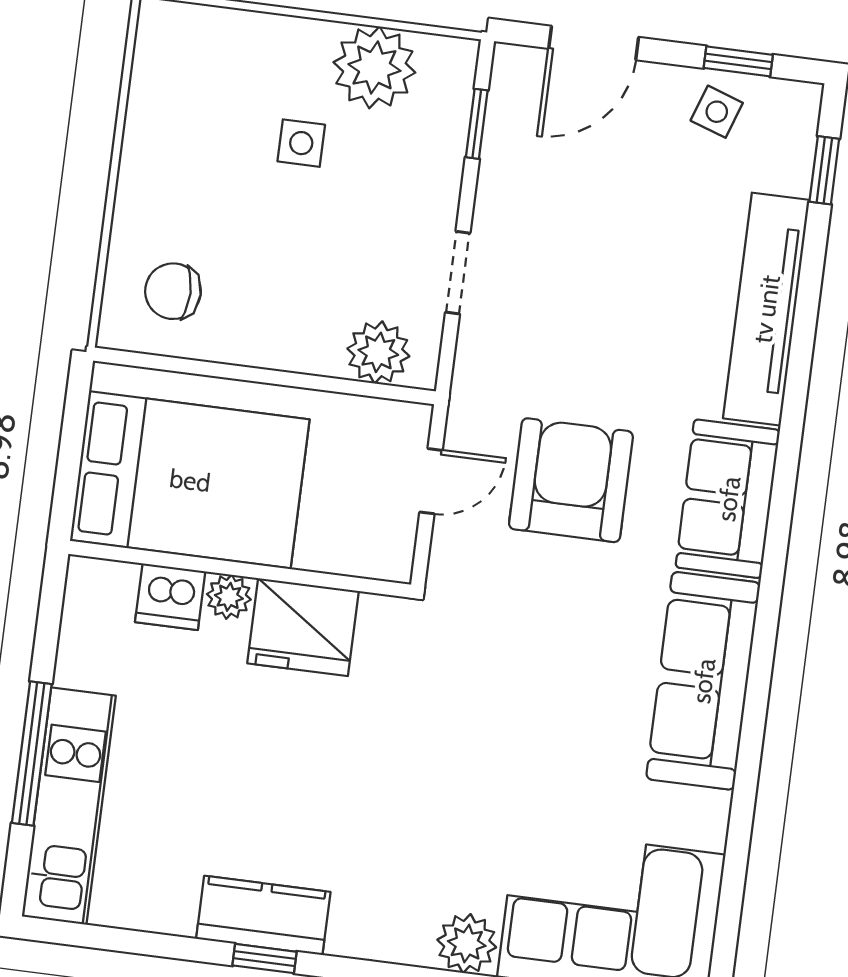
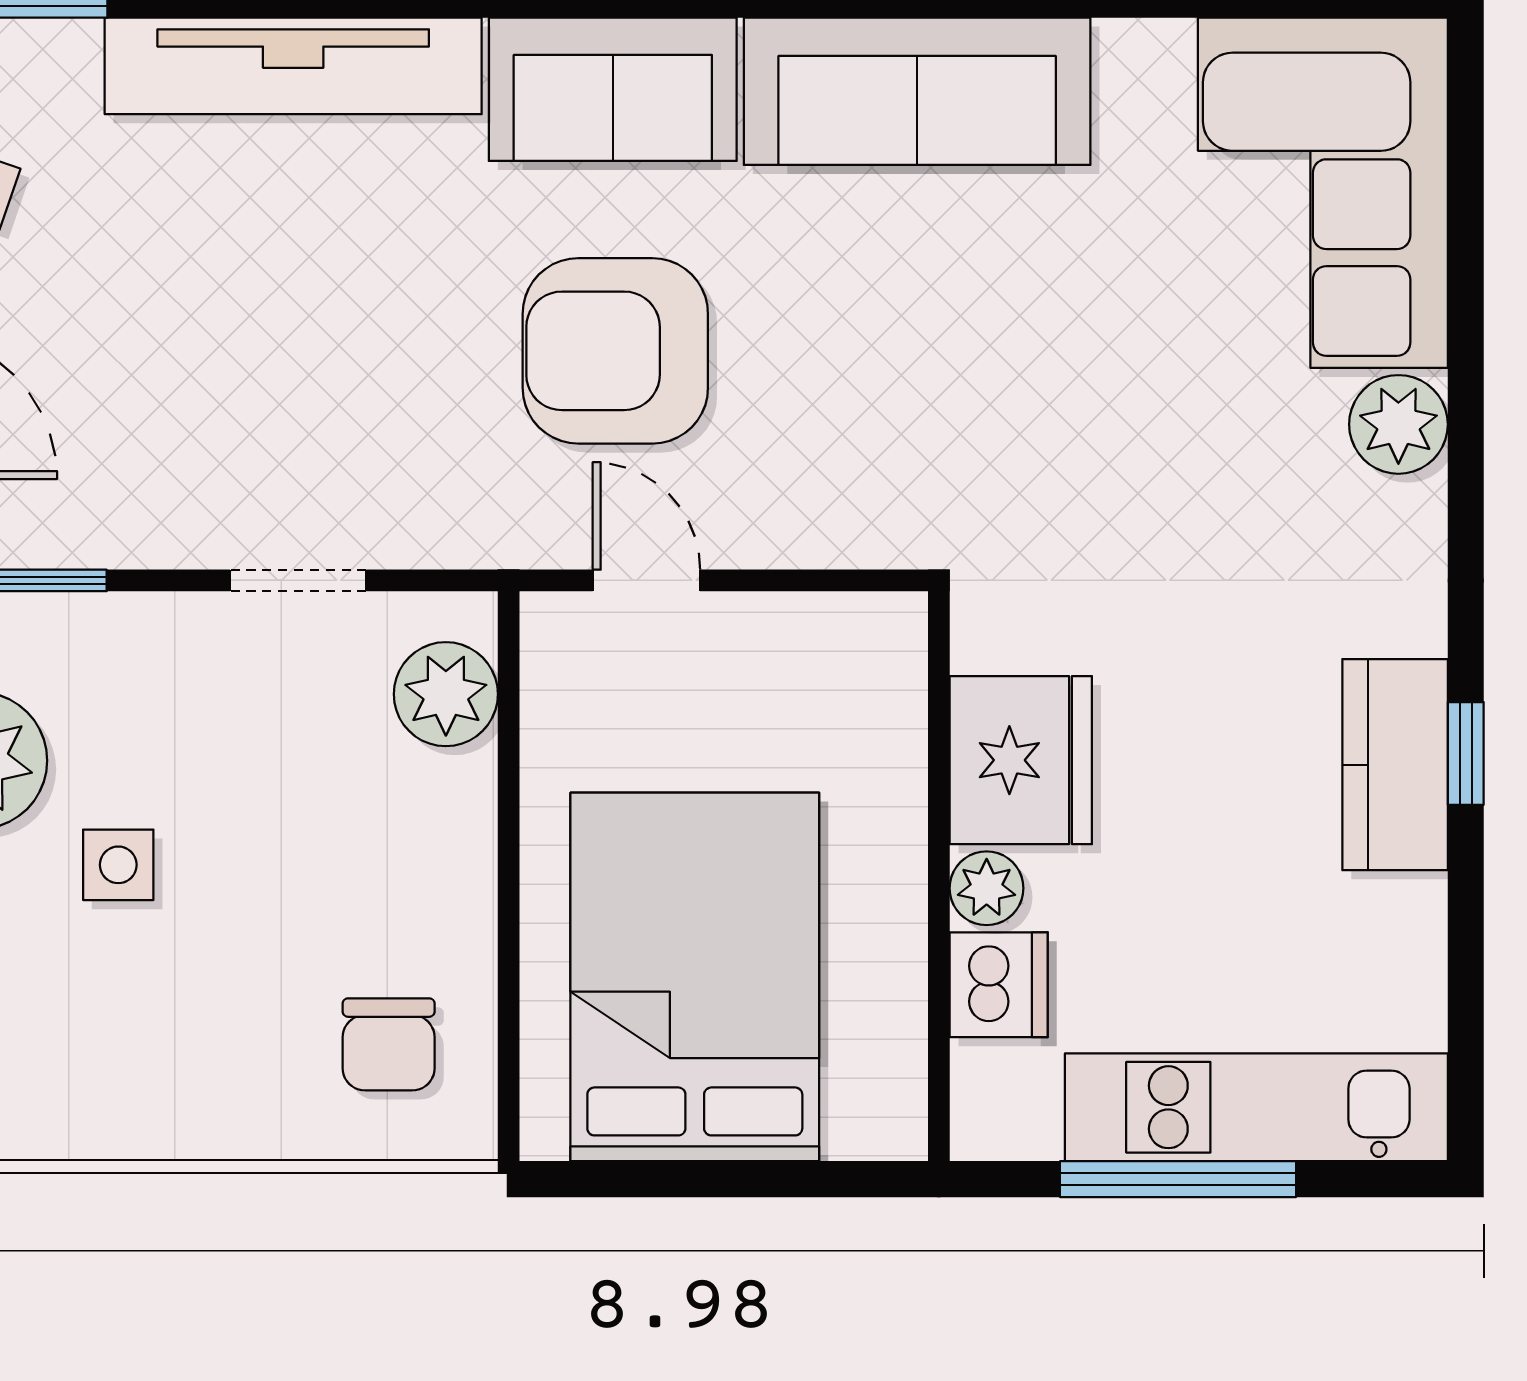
wall: (240, 569) -> (939, 876), moved
dishwasher: (170, 597) -> (999, 985), moved
plant: (229, 597) -> (987, 888), moved
fridge: (303, 627) -> (1021, 760), moved

